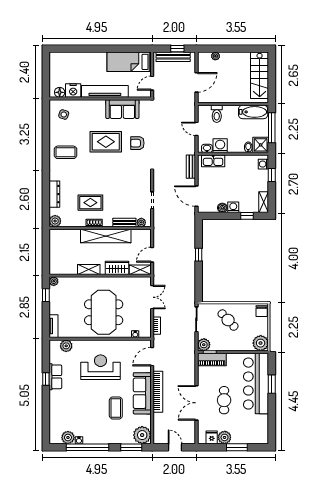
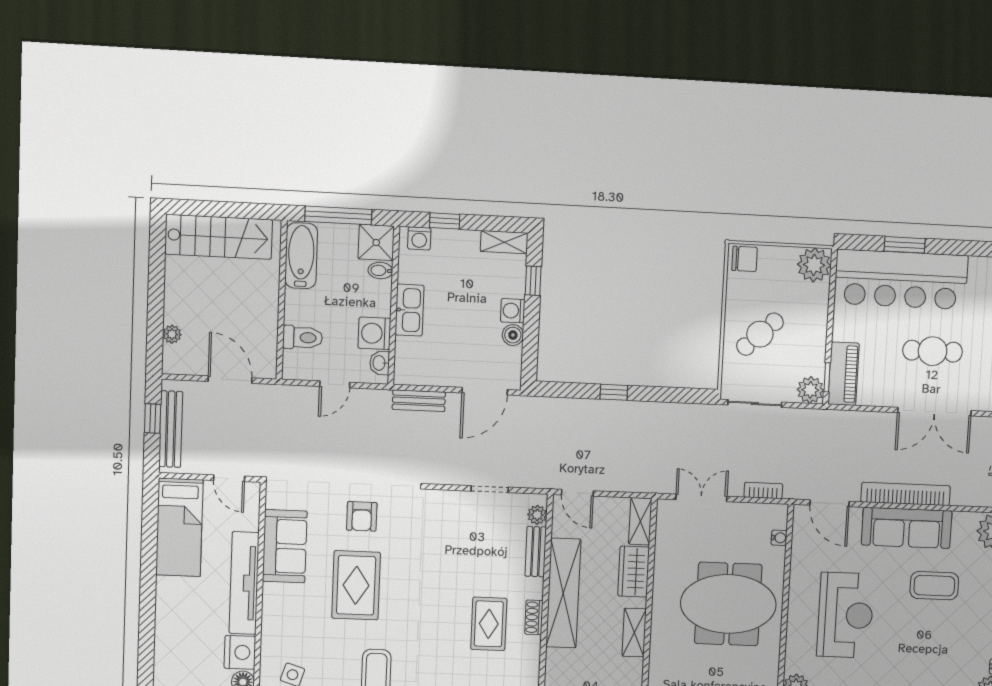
kitchen sink: (213, 161) -> (410, 310), moved
door: (152, 255) -> (577, 493), moved
reception desk: (101, 367) -> (845, 615), turned 180

